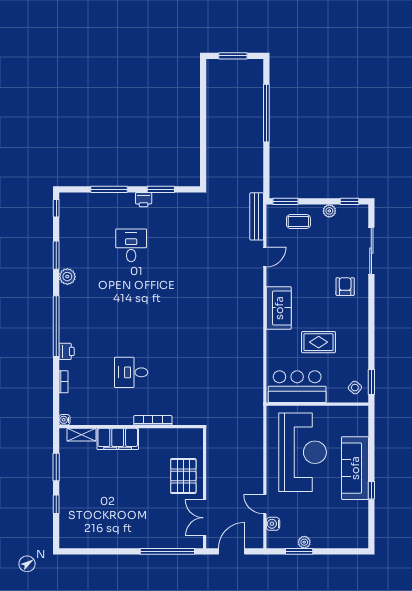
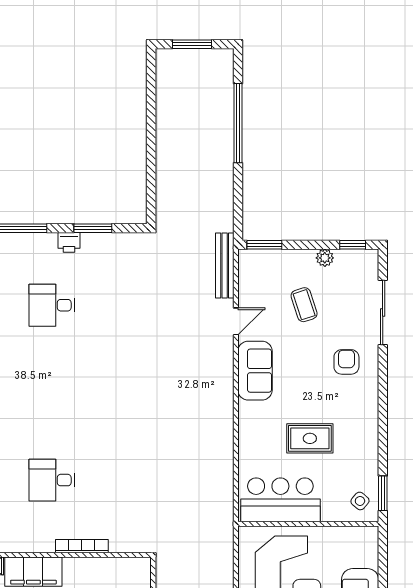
coffee table: (298, 222) -> (304, 305), moved, turned 72
desk: (131, 245) -> (52, 305), turned -90
sofa: (279, 308) -> (255, 371), moved

